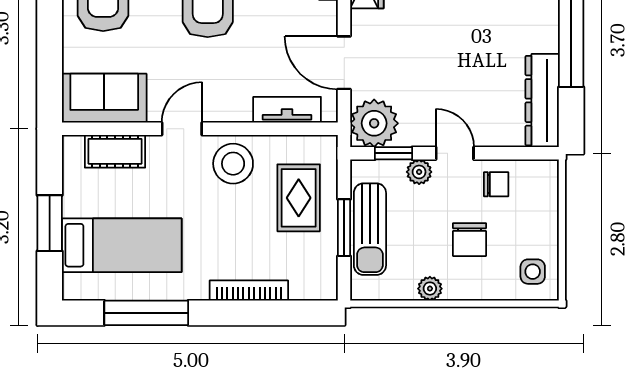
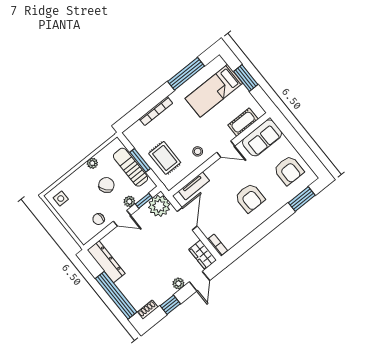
door: (344, 63) -> (187, 219), hinge flipped
door: (182, 129) -> (226, 149), hinge flipped
stool: (233, 164) -> (198, 151), width x0.53, depth x0.53
chair: (470, 240) -> (106, 185), moved, turned 52

